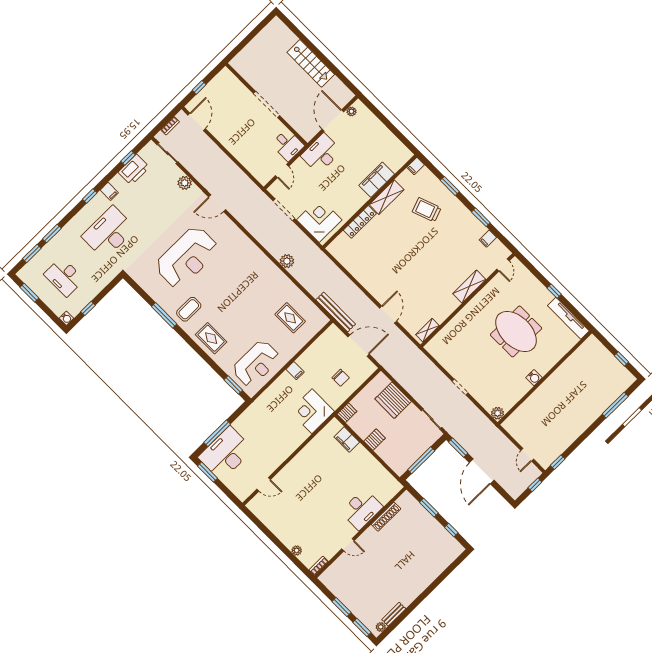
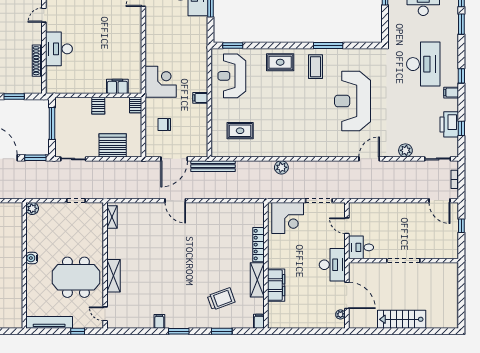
door: (503, 265) -> (105, 314), moved
shelving: (469, 287) -> (113, 276), moved
wall: (468, 300) -> (105, 265), moved
shelving: (427, 330) -> (112, 217), moved

